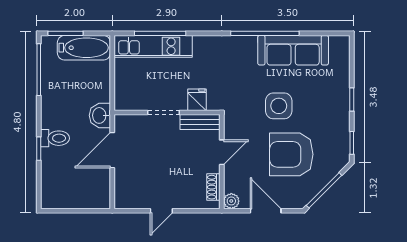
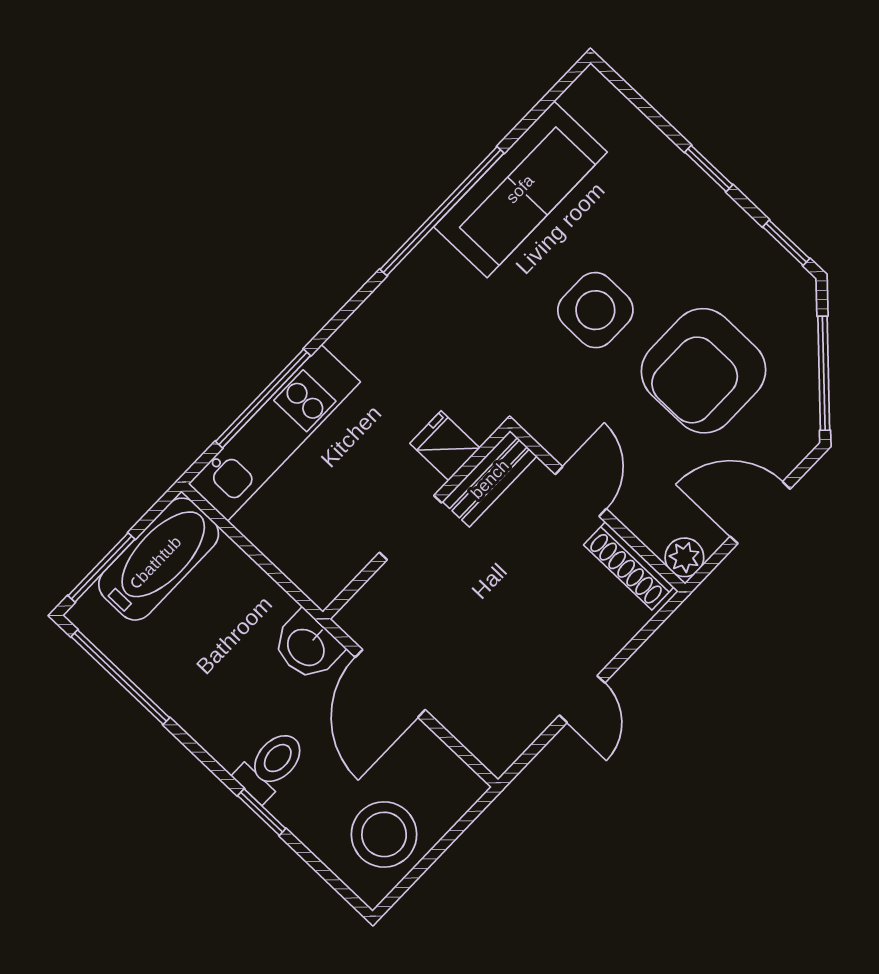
shoe rack: (213, 187) -> (629, 566), width x1.43
stool: (66, 191) -> (384, 834), added

